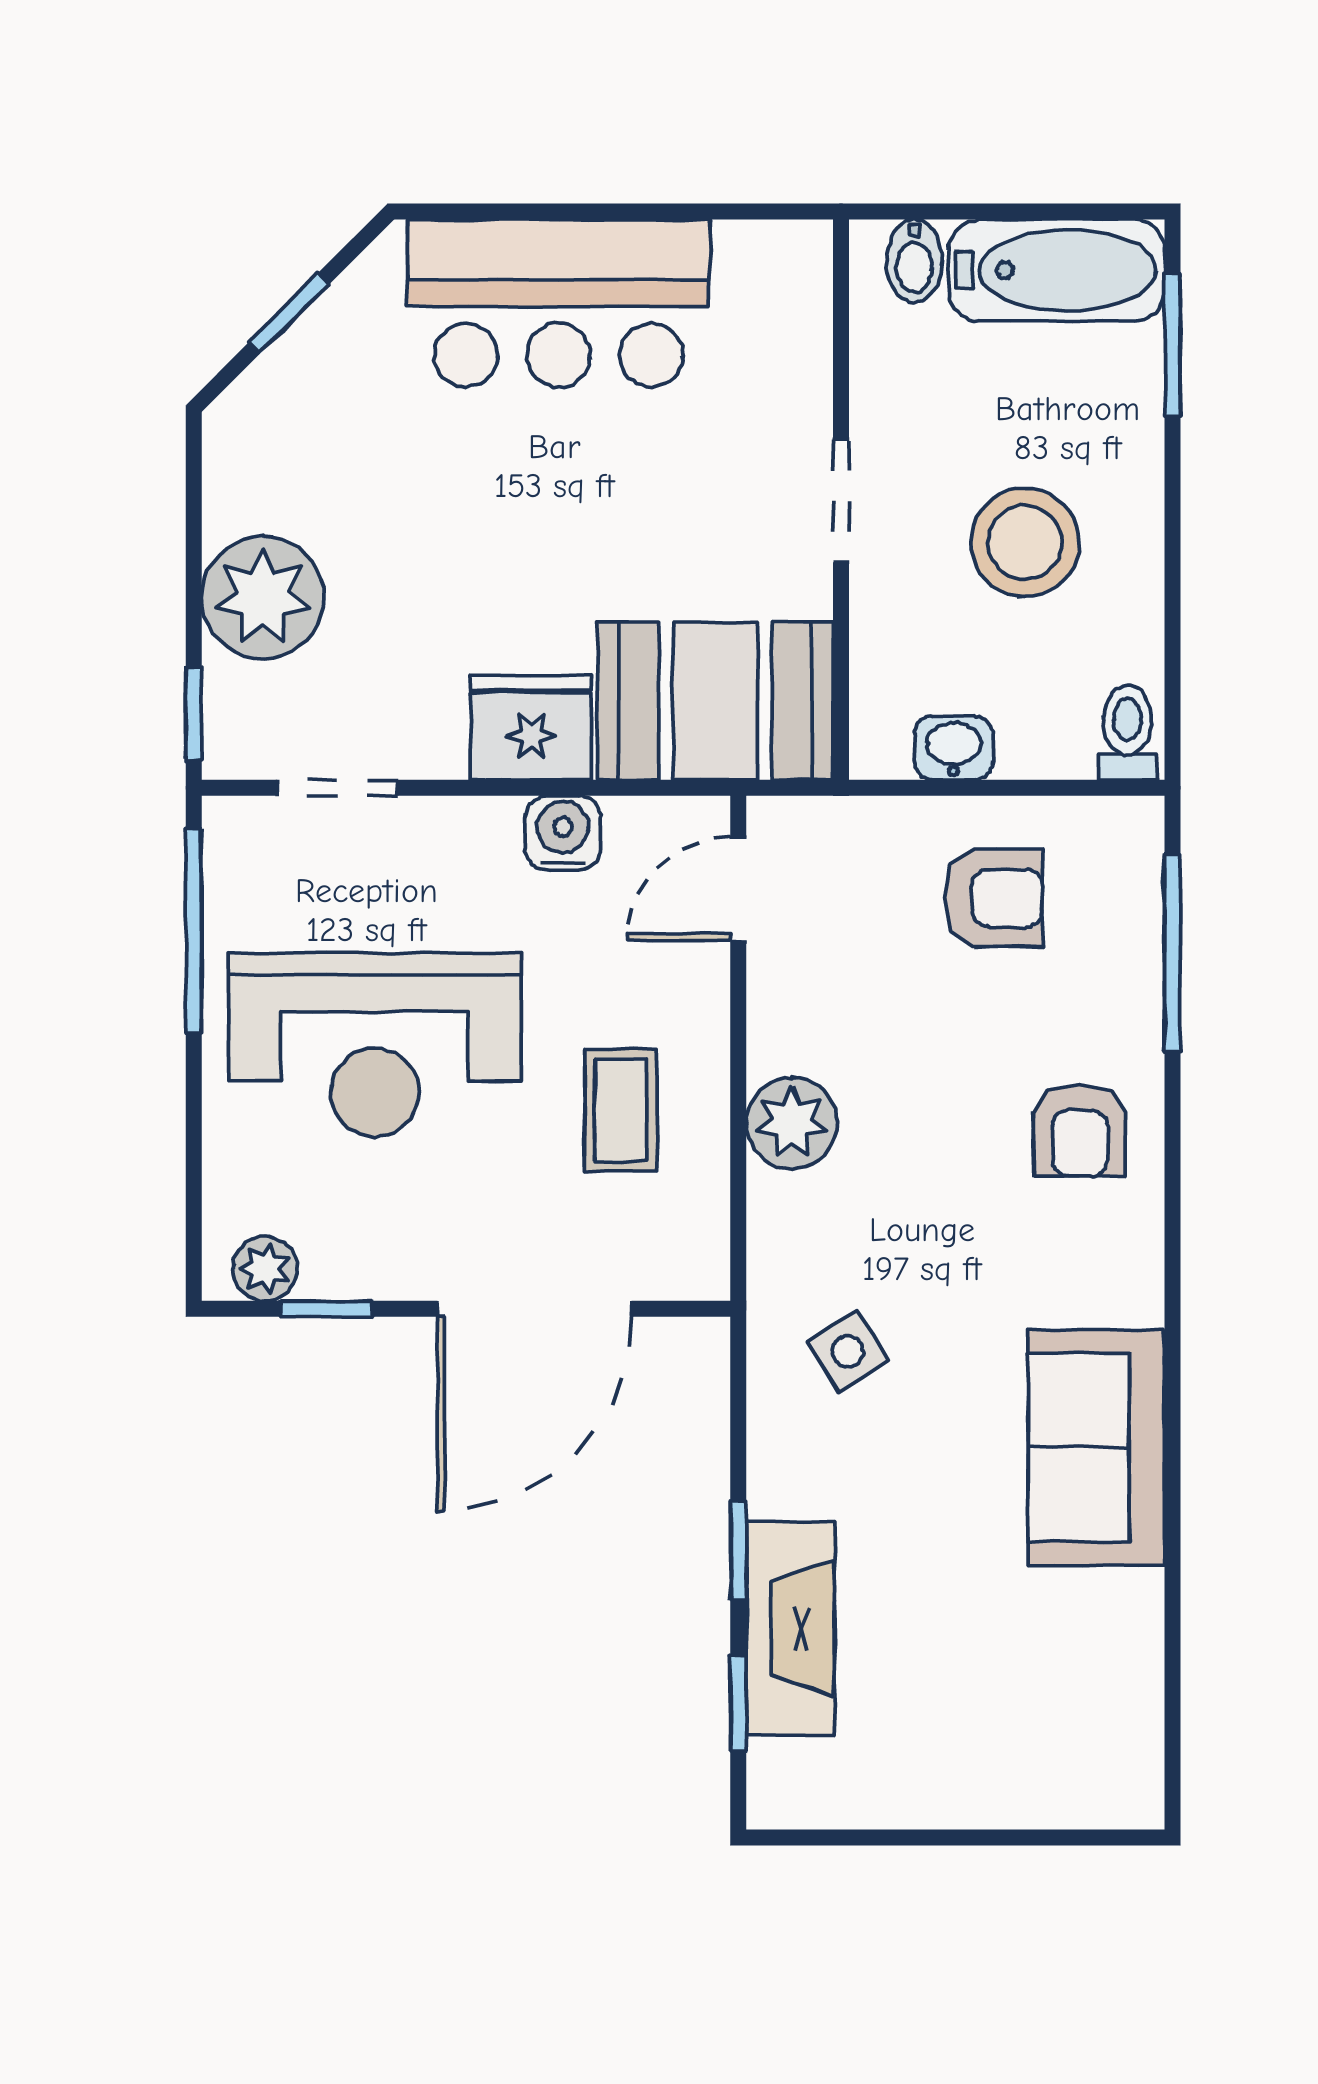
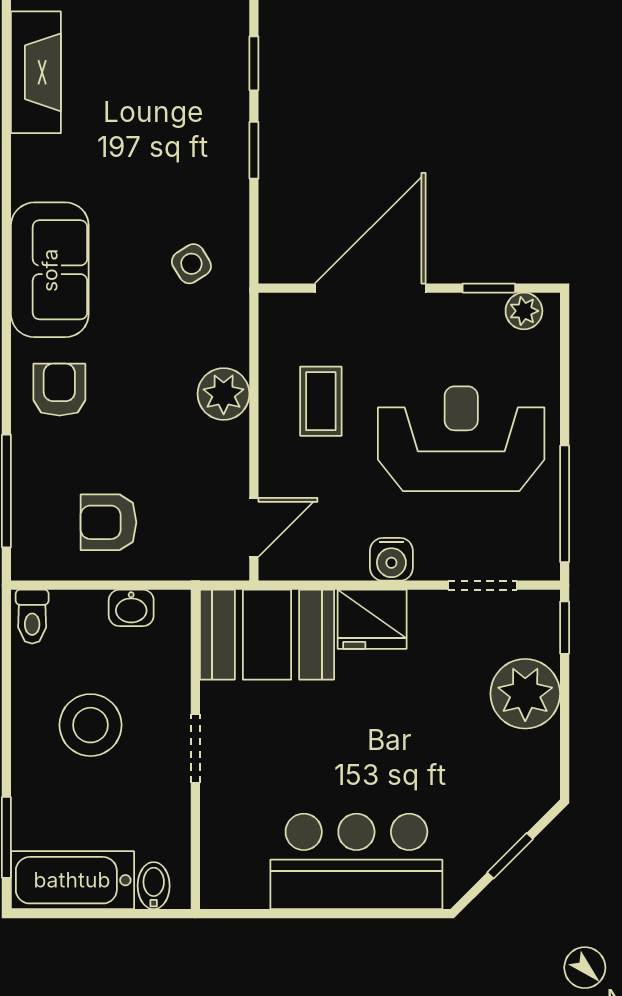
water cooler: (563, 833) -> (391, 559), moved
sofa: (1096, 1447) -> (50, 270), moved
fireplace: (790, 1628) -> (36, 72), moved, turned 180

